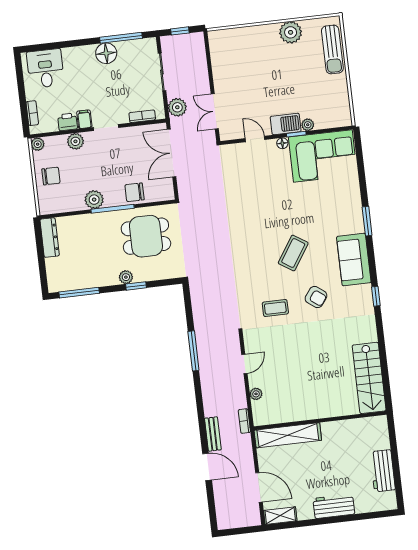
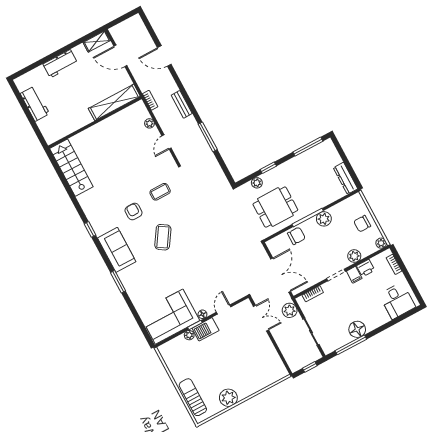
door: (255, 139) -> (224, 310), swing flipped
plant: (126, 277) -> (257, 183), moved
armchair: (316, 297) -> (134, 212), turned 53
bench: (213, 434) -> (182, 104), moved

